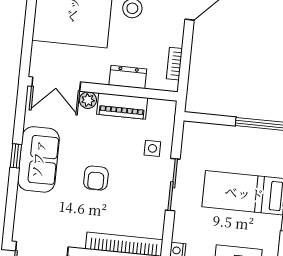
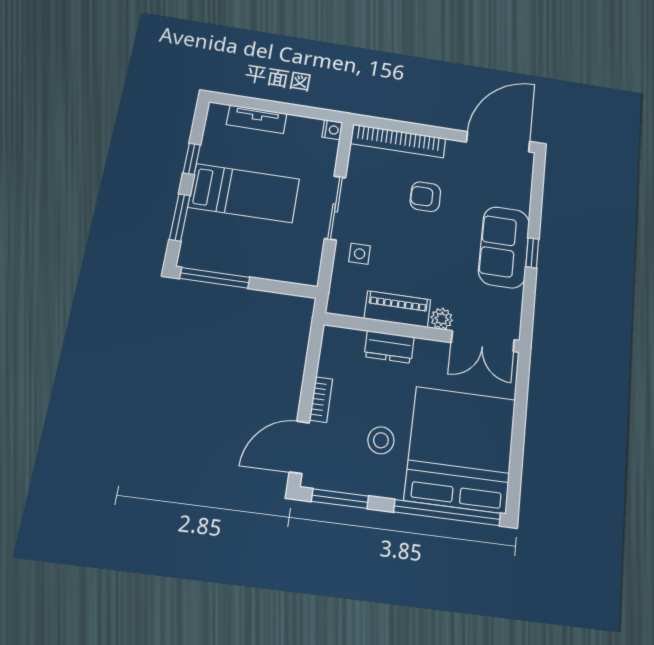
bookcase: (174, 64) -> (321, 400), moved
double door: (56, 84) -> (483, 341), swing flipped
armchair: (96, 178) -> (425, 197), moved, turned -90

